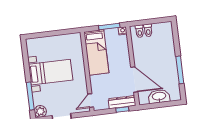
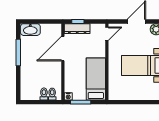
door: (134, 80) -> (63, 49), hinge flipped
washbasin: (159, 96) -> (30, 30), moved

